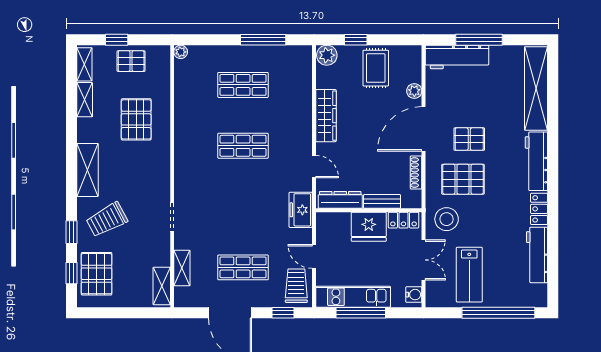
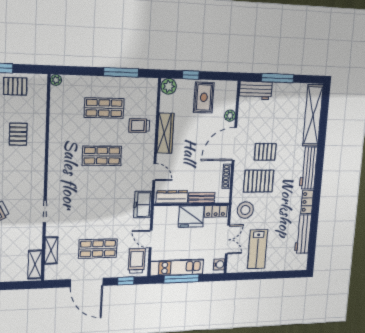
workbench: (457, 57) -> (256, 90), width x0.73
trolley: (290, 106) -> (139, 126), added
pallet: (136, 119) -> (18, 134), width x0.67, depth x0.71
window: (498, 313) -> (275, 275), removed

